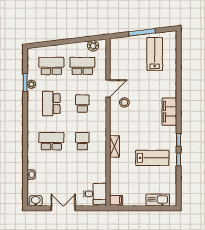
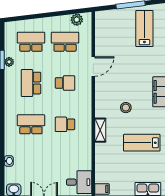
stool: (124, 102) -> (126, 108), moved
school desk: (82, 104) -> (65, 83), turned 90
school desk: (82, 141) -> (65, 124), turned -90
lab bench: (152, 158) -> (142, 143), turned 180

